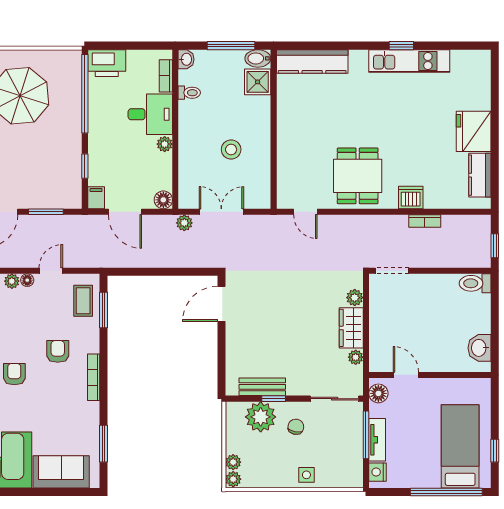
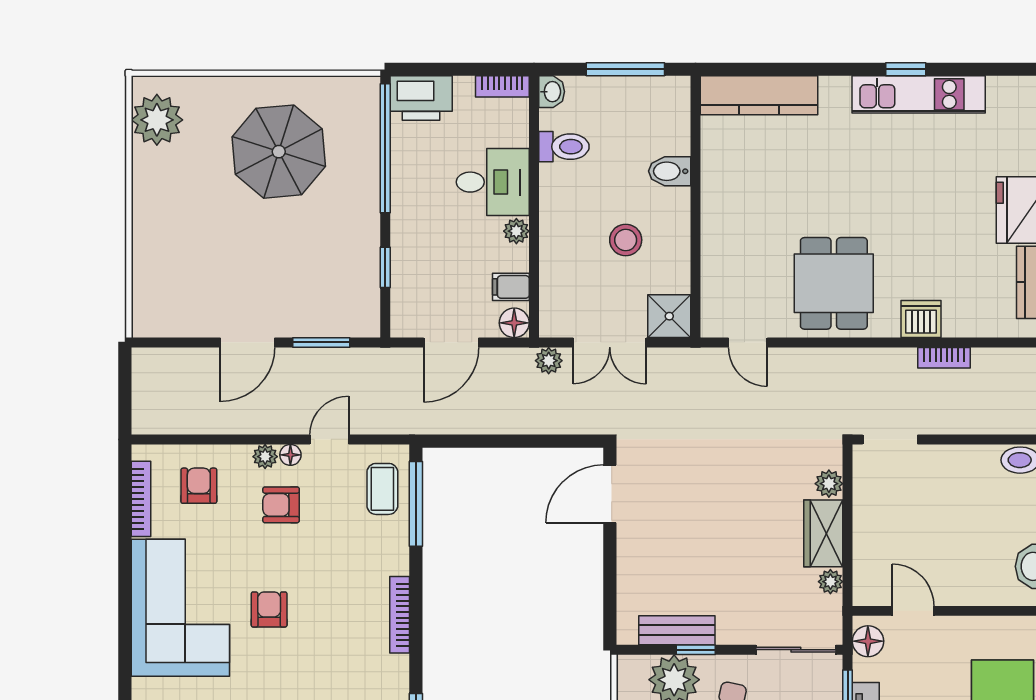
bidet: (258, 58) -> (670, 171), moved
bookcase: (166, 76) -> (502, 86), moved, turned -90
shower: (258, 82) -> (669, 316), moved
toilet: (189, 93) -> (564, 147), width x1.37, depth x1.39
filing cabinet: (96, 198) -> (511, 287), moved, turned -90
door: (125, 212) -> (451, 342), hinge flipped
double door: (221, 212) -> (610, 342), swing flipped
window: (104, 310) -> (416, 504), width x1.44
armchair: (58, 351) -> (281, 505), moved, turned -90

